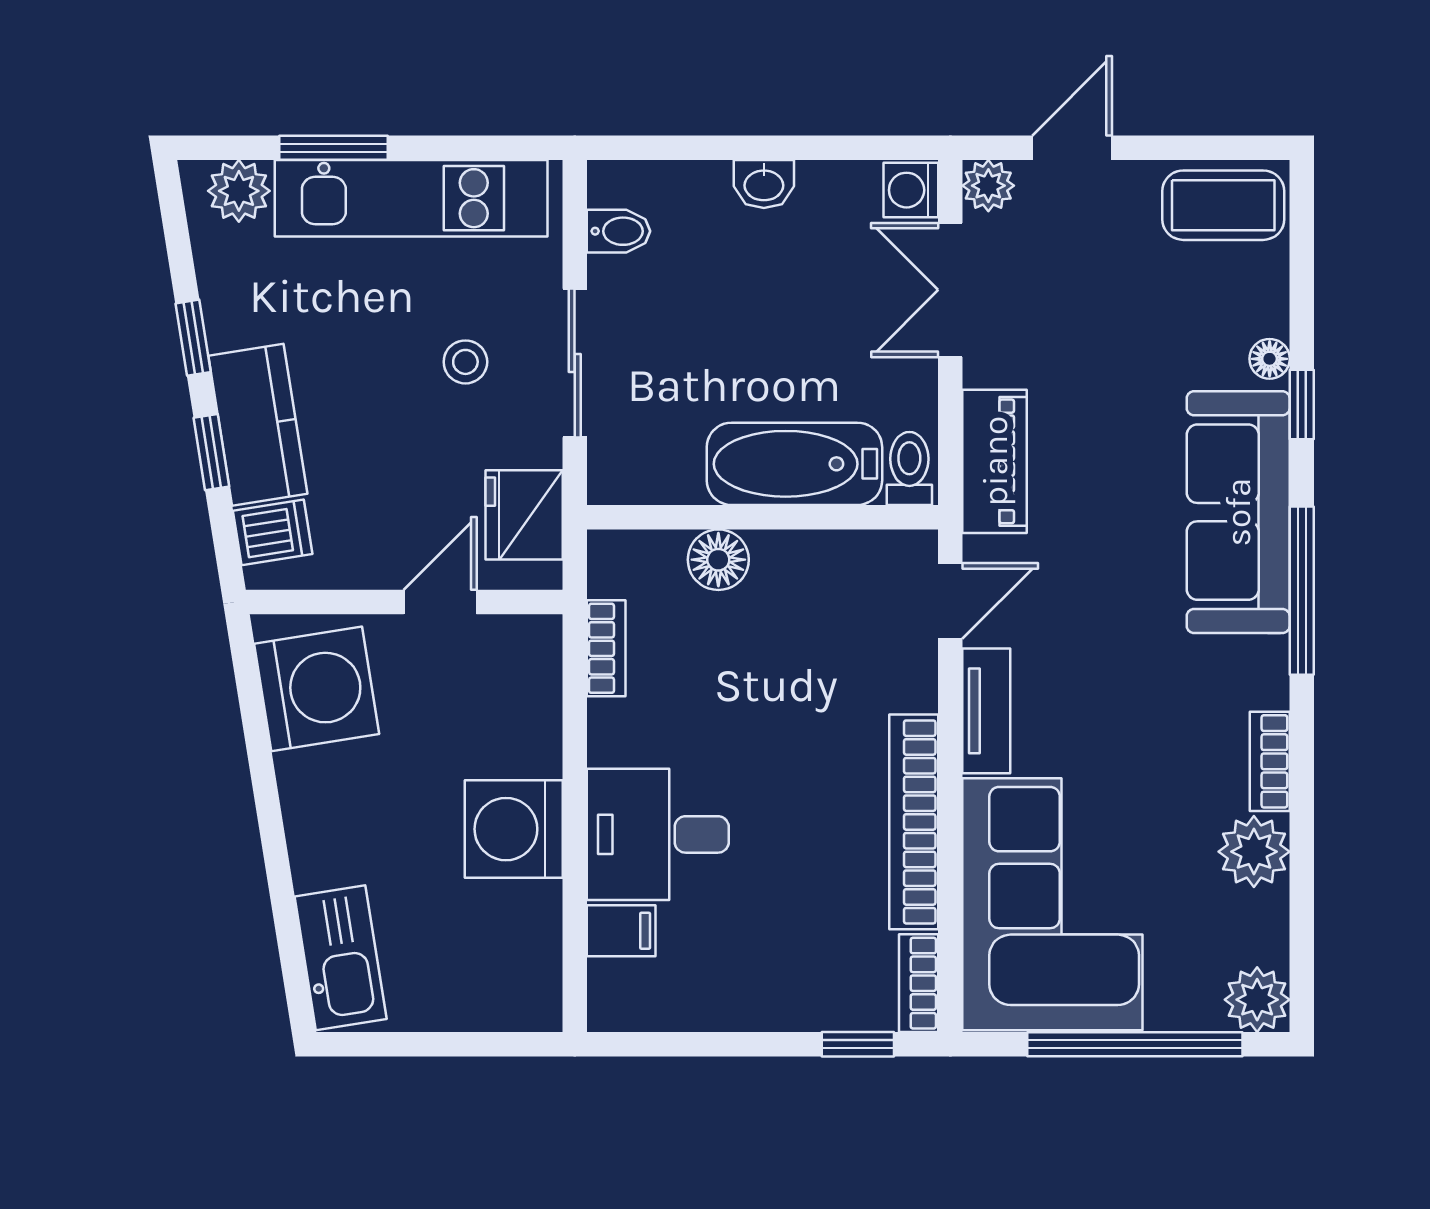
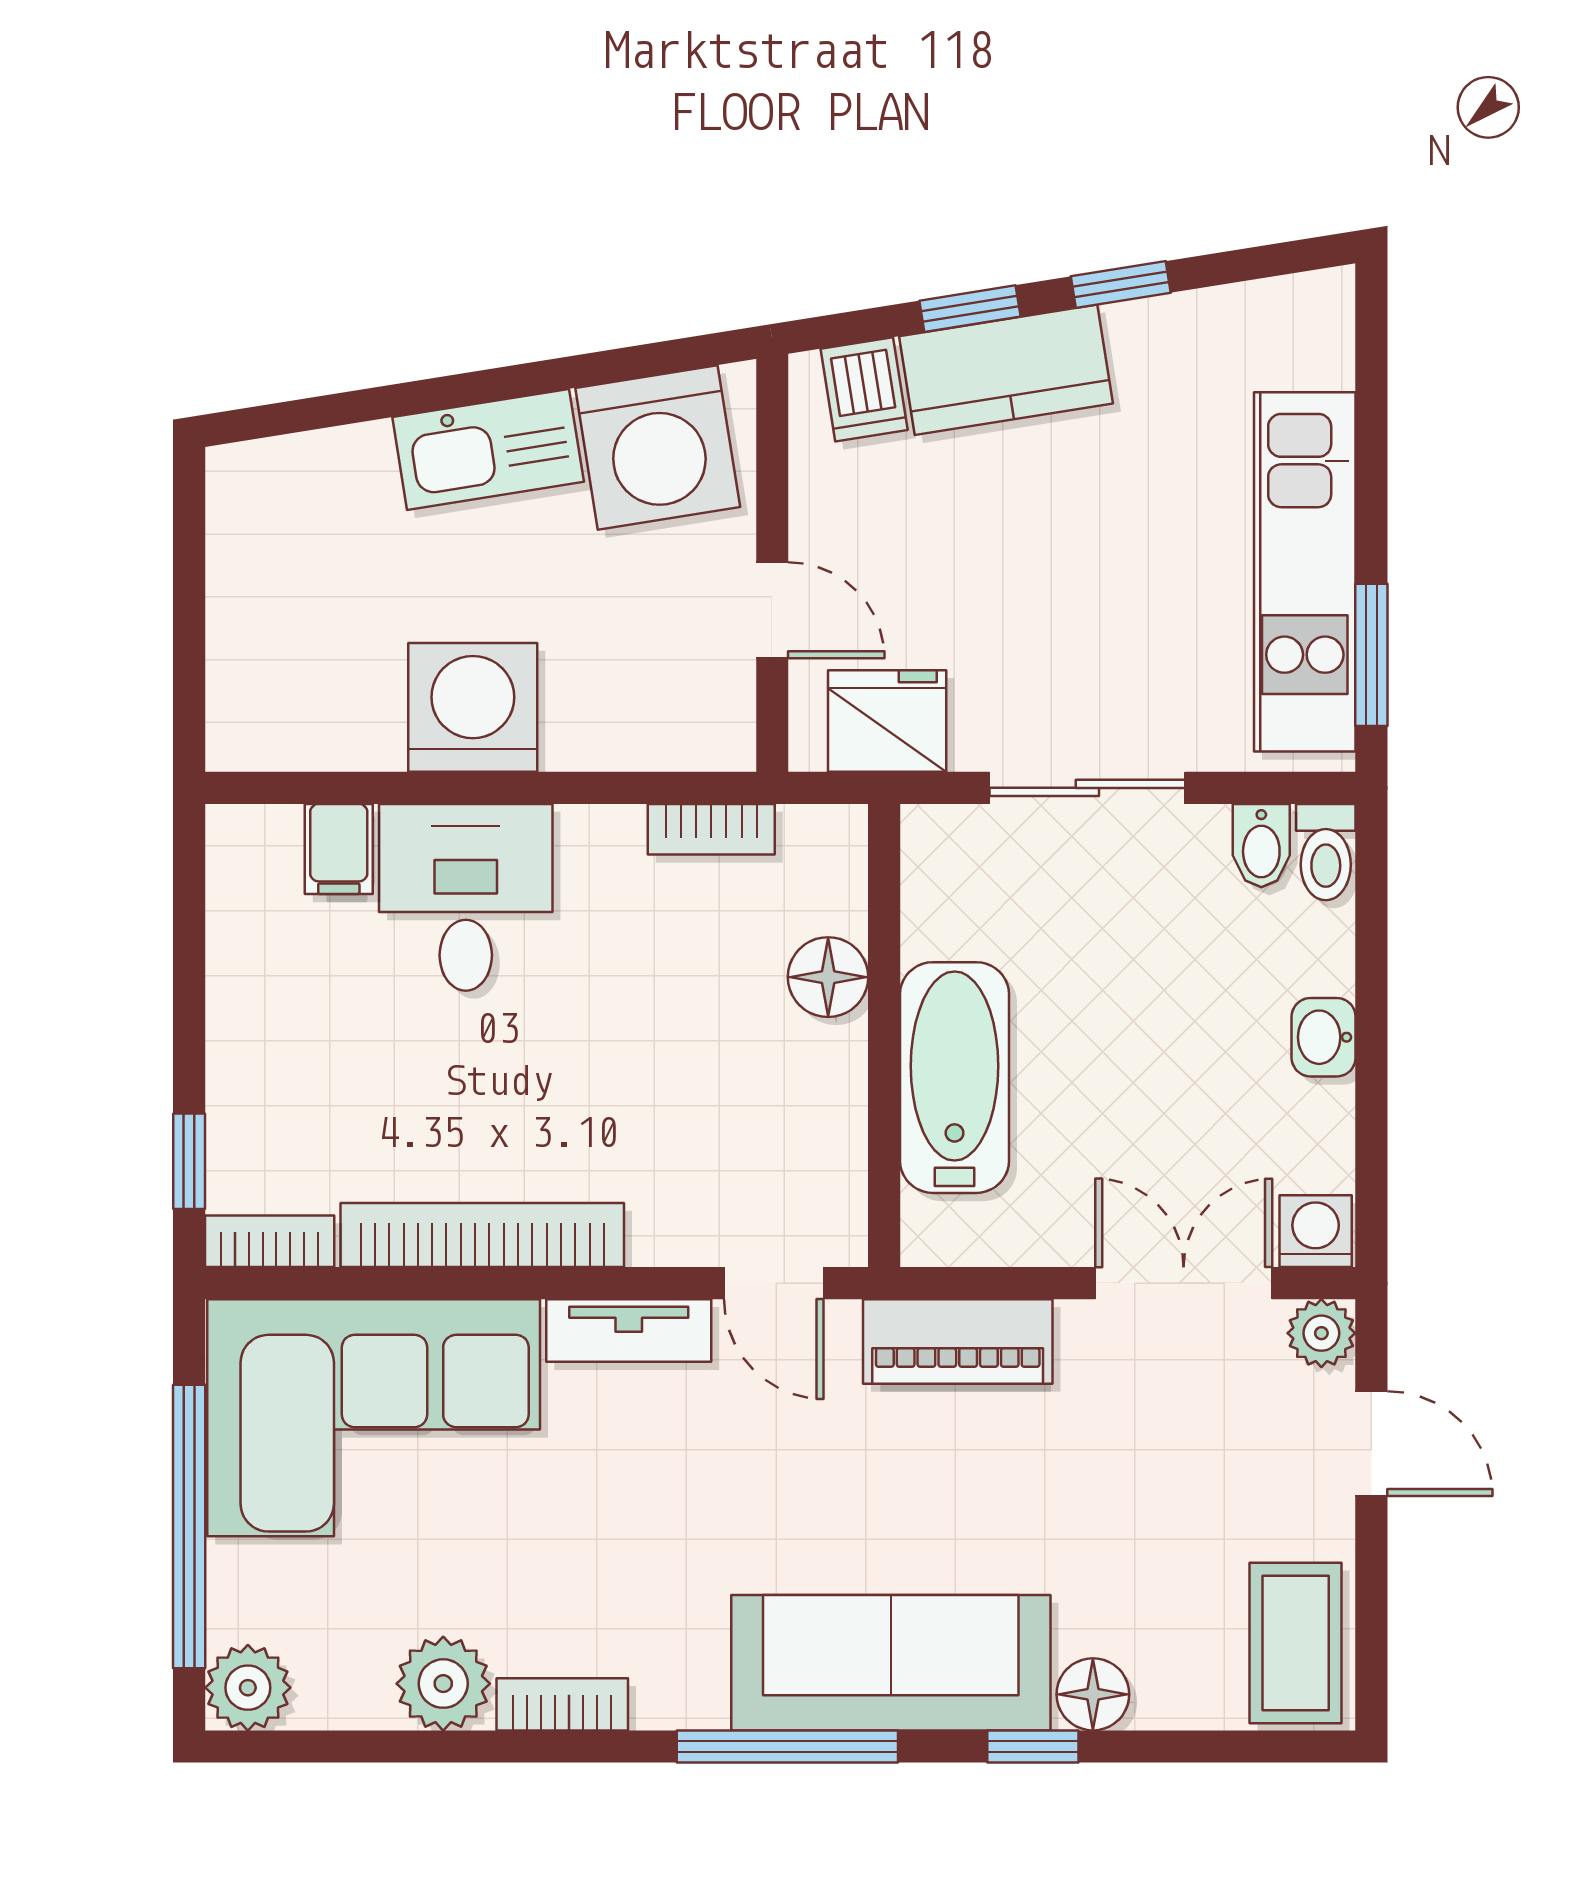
window: (334, 148) -> (1371, 655), moved
plant: (239, 191) -> (1314, 345), removed
floor lamp: (1270, 359) -> (1093, 1694), width x1.37, depth x1.37
stool: (465, 362) -> (1089, 644), removed
toilet: (909, 468) -> (1326, 852), moved, turned 90
kitchen sink: (341, 958) -> (488, 449), moved

